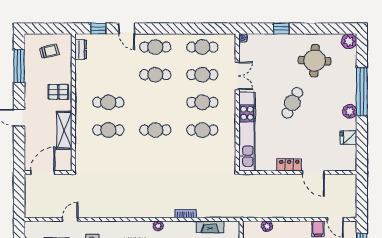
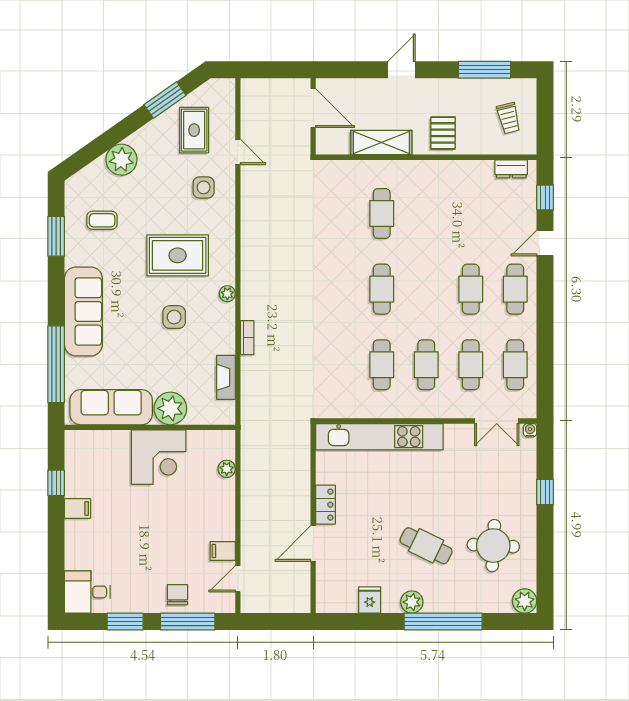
double door: (237, 76) -> (497, 421), moved
cafe table: (108, 102) -> (426, 213), removed
cafe table: (292, 103) -> (426, 546), moved

